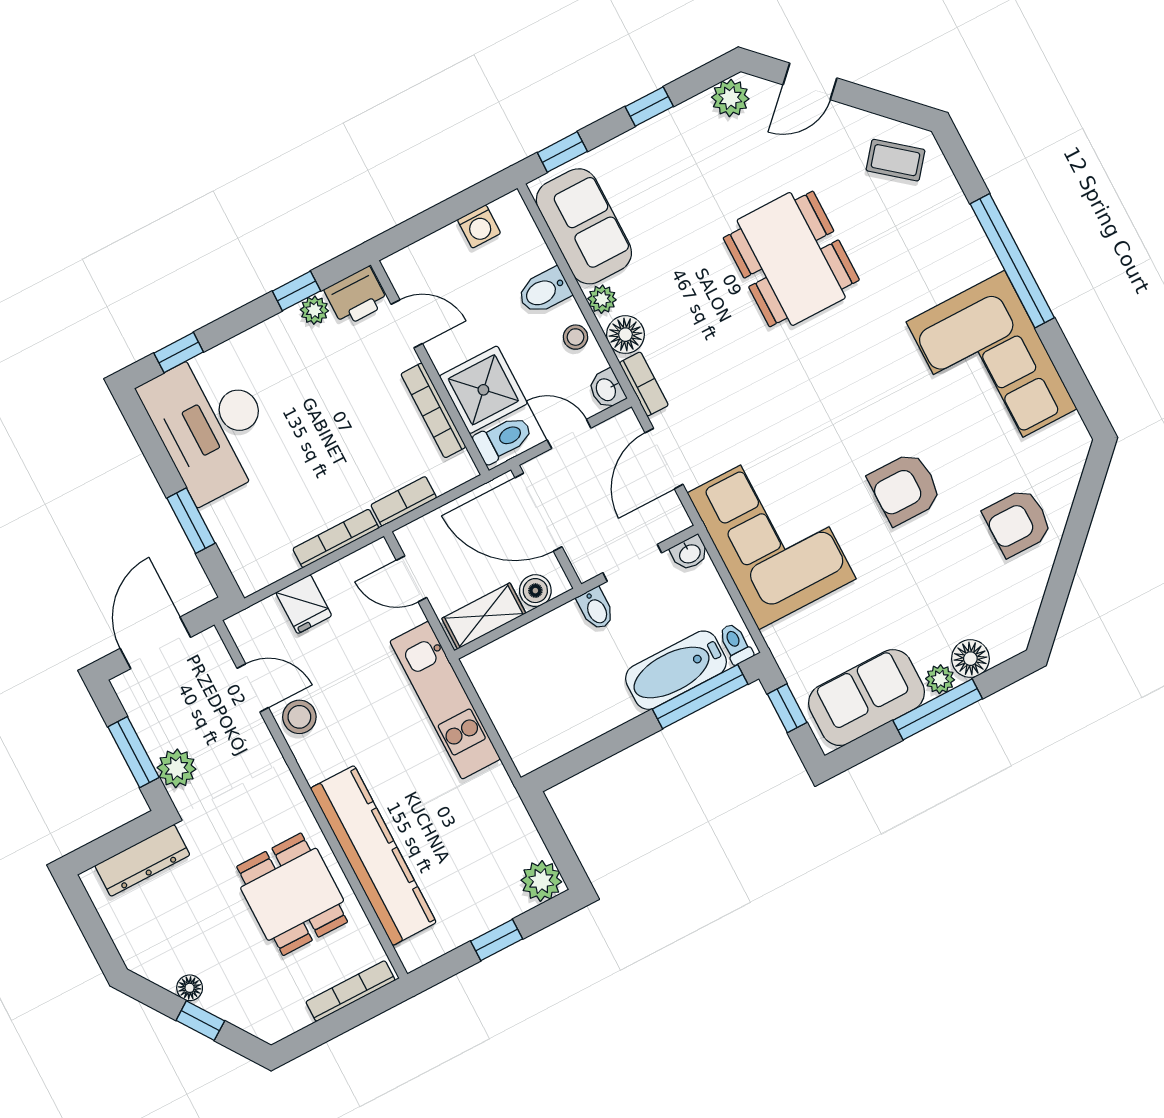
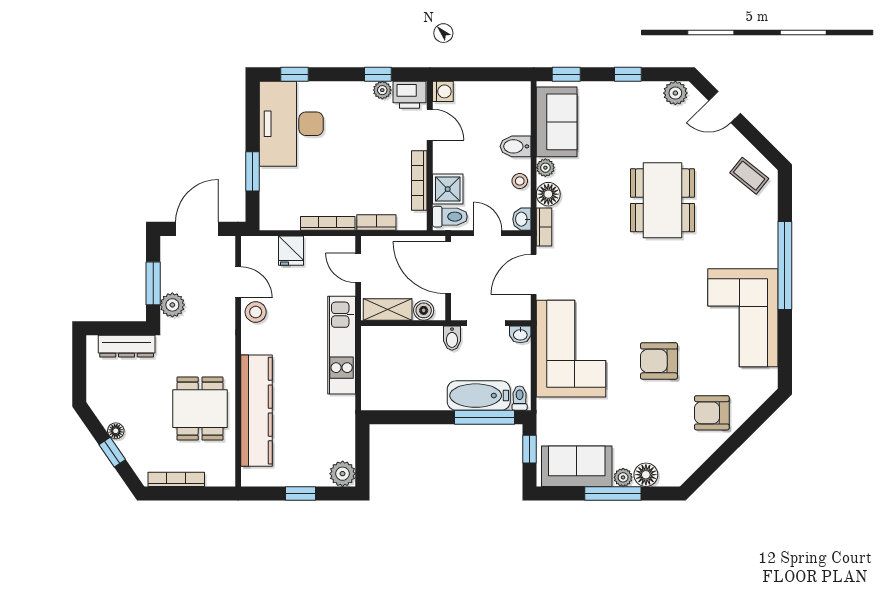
washing machine: (479, 226) -> (443, 91), moved, turned -90
shower: (483, 390) -> (448, 189), width x0.73, depth x0.73
bookcase: (350, 991) -> (176, 479), moved

